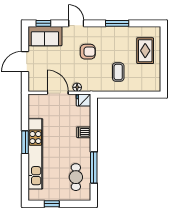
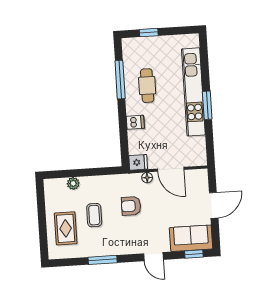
armchair: (88, 52) -> (131, 206), moved
coffee table: (118, 72) -> (94, 215), moved
plant: (137, 86) -> (73, 183), added
cafe table: (76, 177) -> (147, 86), moved
window: (52, 204) -> (149, 33), moved

